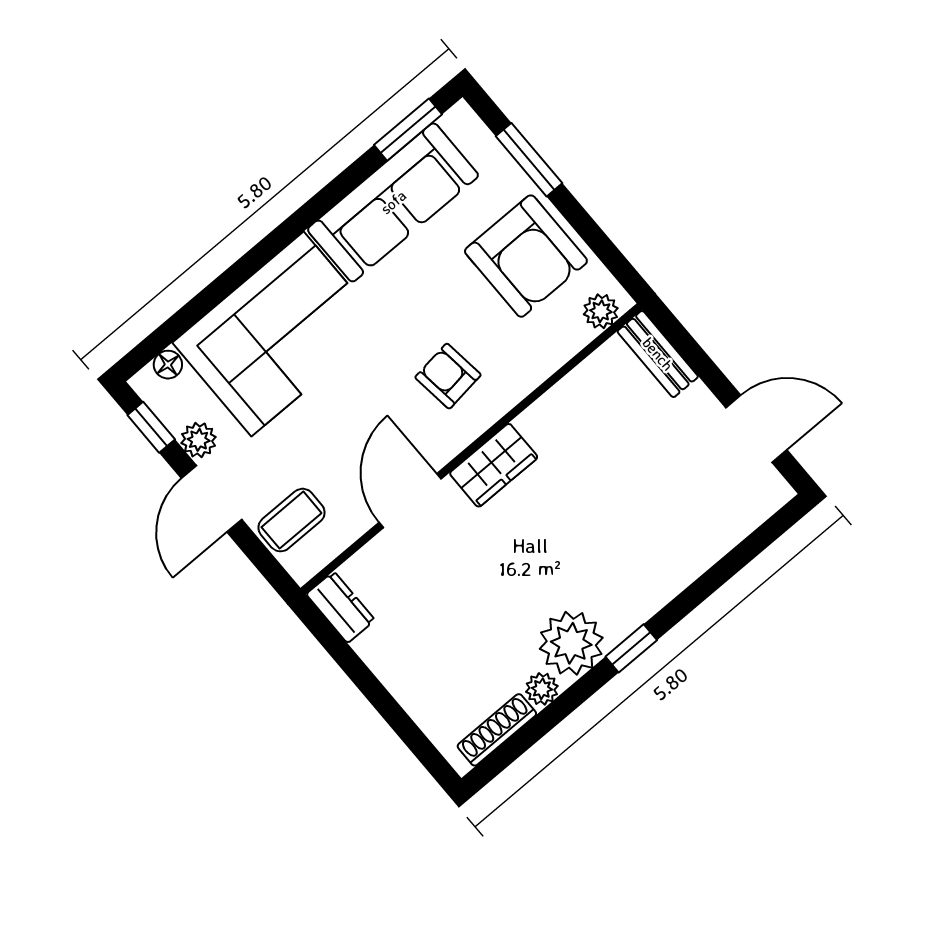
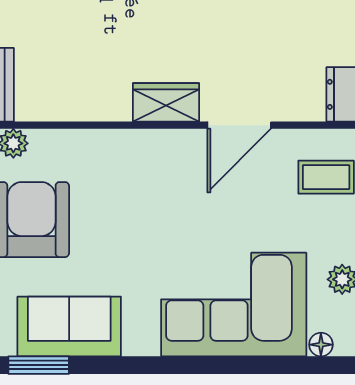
sofa: (393, 202) -> (69, 326), width x0.73
armchair: (448, 376) -> (147, 185), removed

